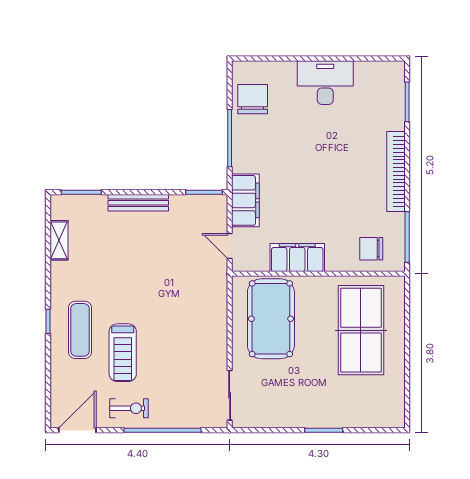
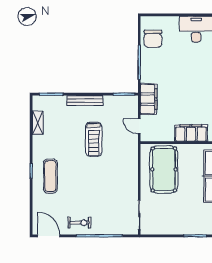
chair: (253, 99) -> (153, 39), turned 180
filing cabinet: (297, 257) -> (191, 133), moved
treadmill: (123, 353) -> (94, 139), moved
door: (77, 430) -> (49, 236), hinge flipped

